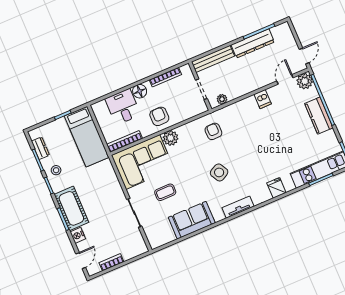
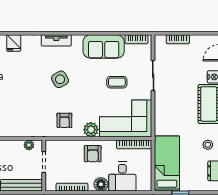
armchair: (213, 131) -> (64, 120), moved
bookcase: (164, 240) -> (137, 39), added
bookcase: (111, 262) -> (178, 39), moved

